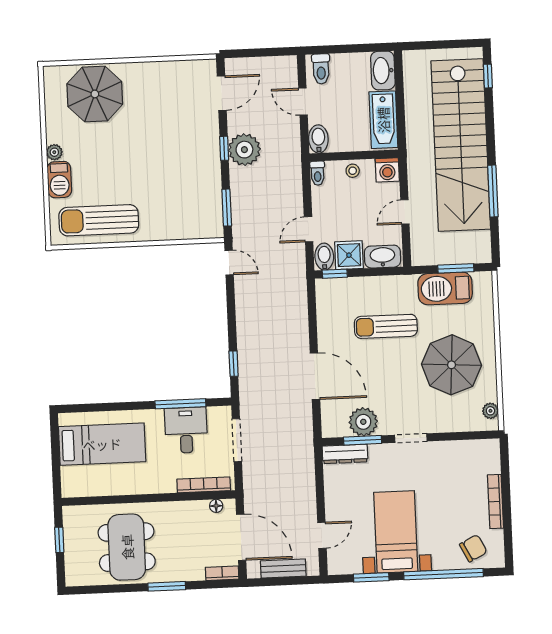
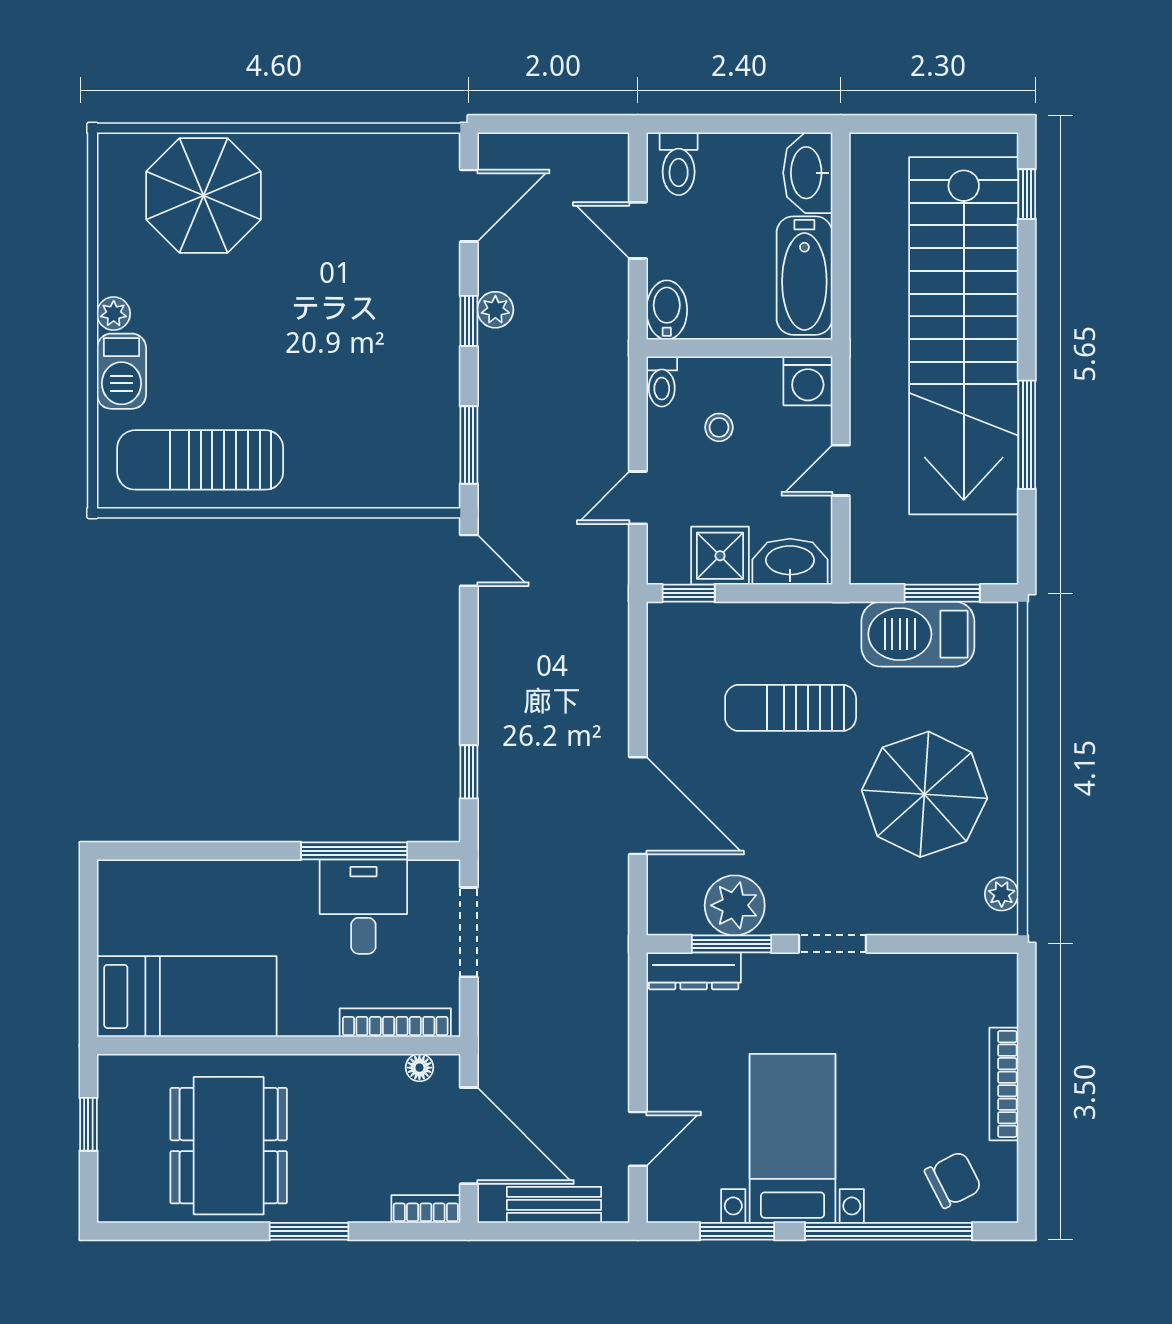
plant: (244, 150) -> (495, 310), width x0.53, depth x0.53
stool: (353, 171) -> (719, 427), moved
bidet: (324, 257) -> (668, 556), removed
bed: (102, 444) -> (187, 996), moved

